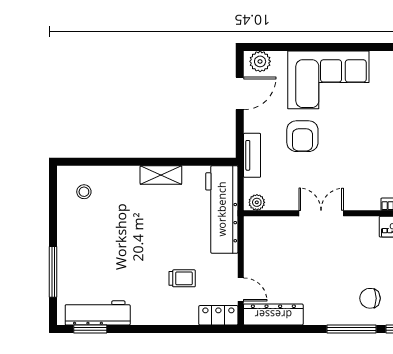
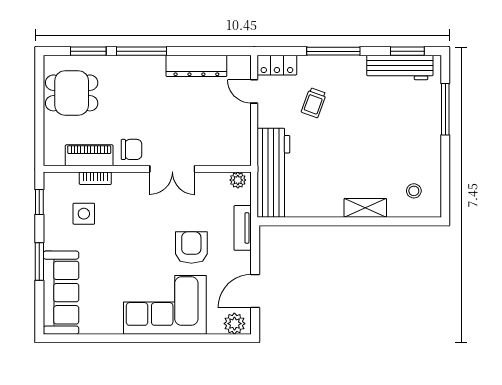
shelving: (161, 175) -> (365, 208), moved
trolley: (182, 278) -> (314, 103), turned -70
chair: (370, 298) -> (131, 149), moved
dresser: (273, 314) -> (196, 66), moved
window: (163, 329) -> (333, 51), added

